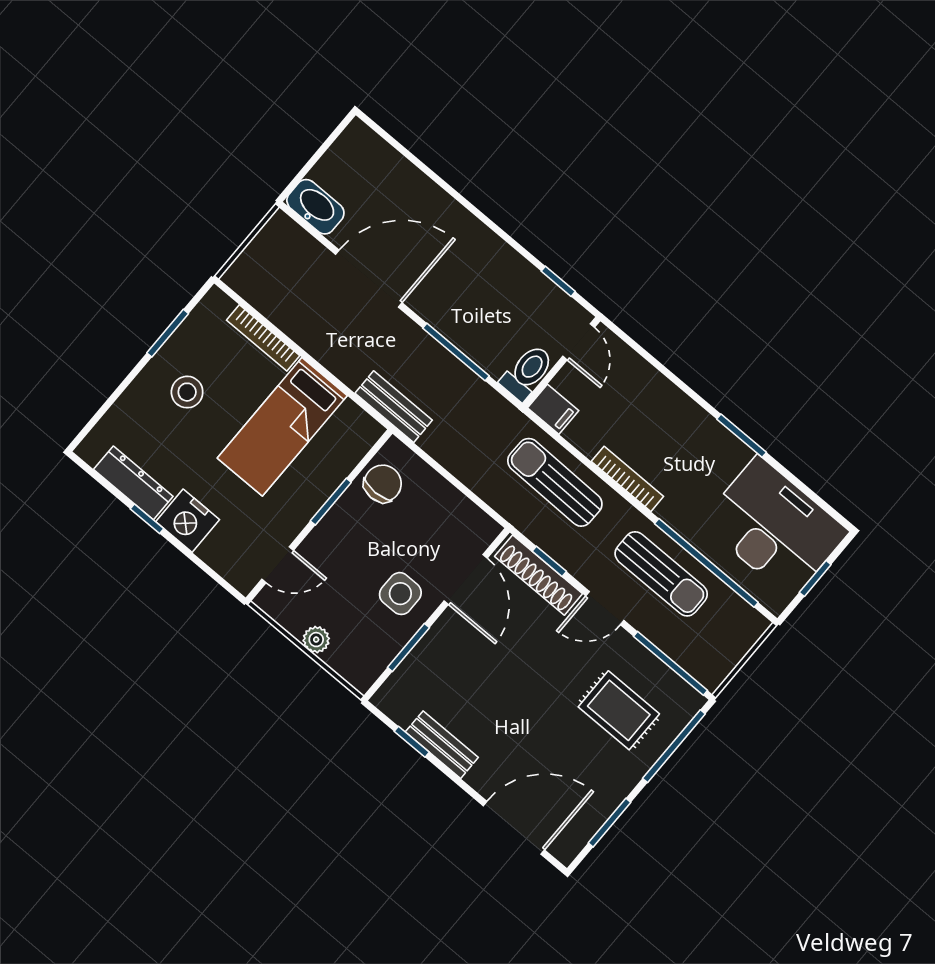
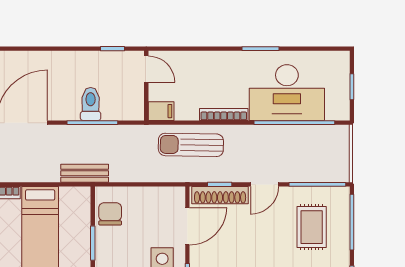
toilet: (527, 372) -> (91, 104), moved
desk: (775, 527) -> (287, 93), moved, turned 180
sun lounger: (661, 574) -> (277, 146), removed
door: (466, 580) -> (187, 226), hinge flipped
rug: (619, 710) -> (312, 227), turned 90

